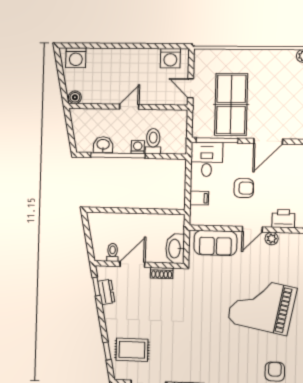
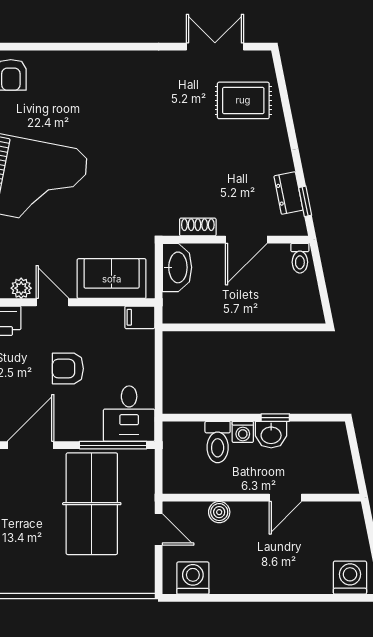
boiler: (75, 97) -> (219, 512), moved
door: (129, 107) -> (285, 498), moved
washbasin: (103, 145) -> (271, 435), moved
window: (118, 155) -> (275, 418), width x0.32
filing cabinet: (199, 198) -> (140, 317), moved
door: (252, 229) -> (53, 302), hinge flipped
toilet: (113, 252) -> (300, 258), moved
window: (107, 351) -> (284, 97), removed

